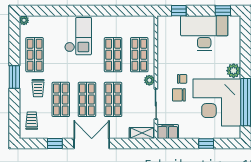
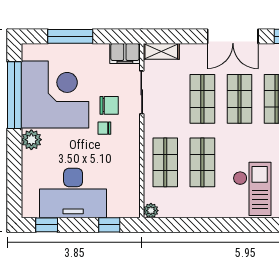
checkout: (78, 36) -> (252, 189), turned 180
plant: (149, 80) -> (151, 211), moved
window: (206, 143) -> (70, 36), width x2.17

